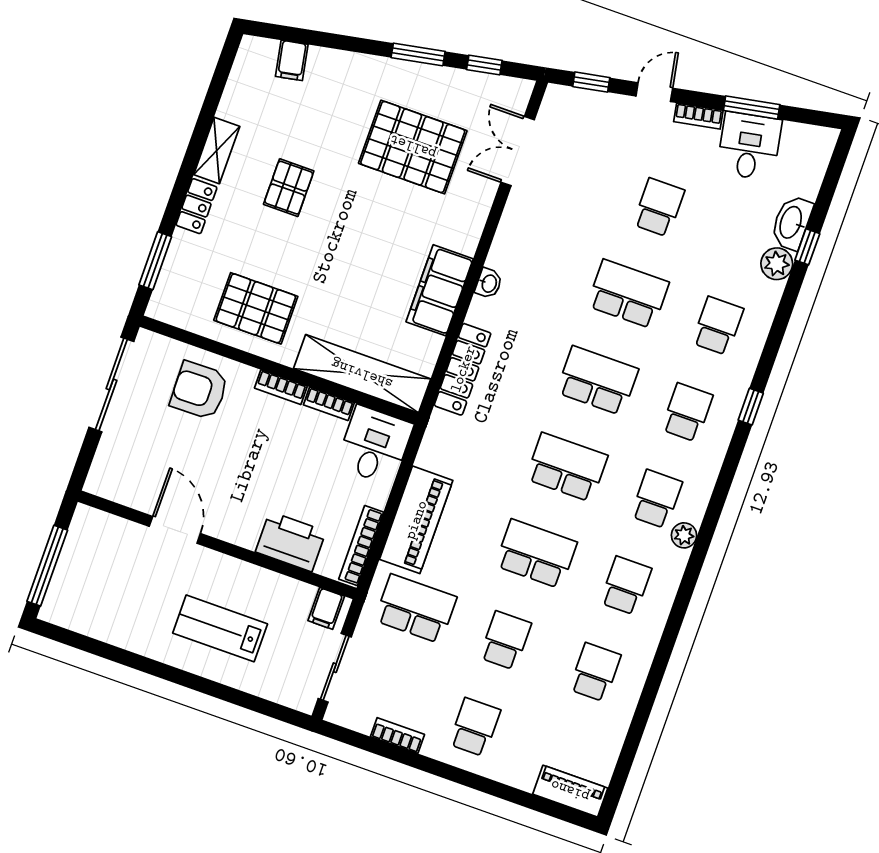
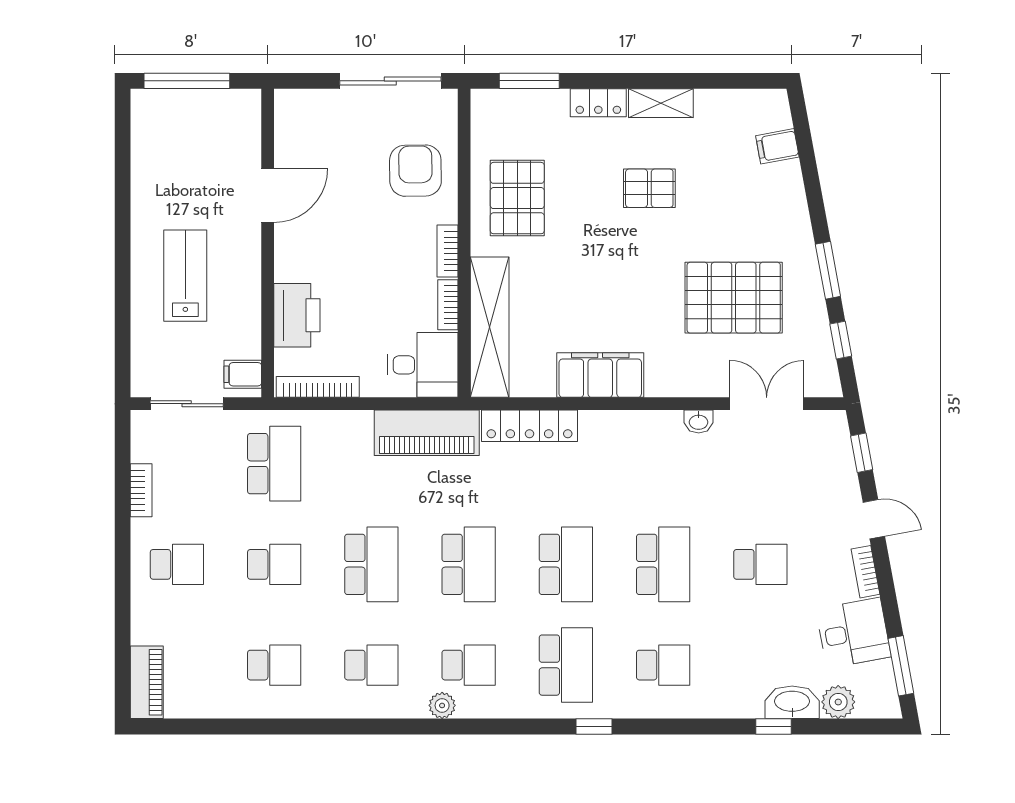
window: (752, 108) -> (901, 666), moved
pallet: (413, 147) -> (734, 298), turned 90
plant: (777, 264) -> (838, 702), moved
washbasin: (489, 283) -> (699, 422), moved
school desk: (687, 412) -> (566, 665), width x1.85
piano: (416, 520) -> (427, 433), moved

